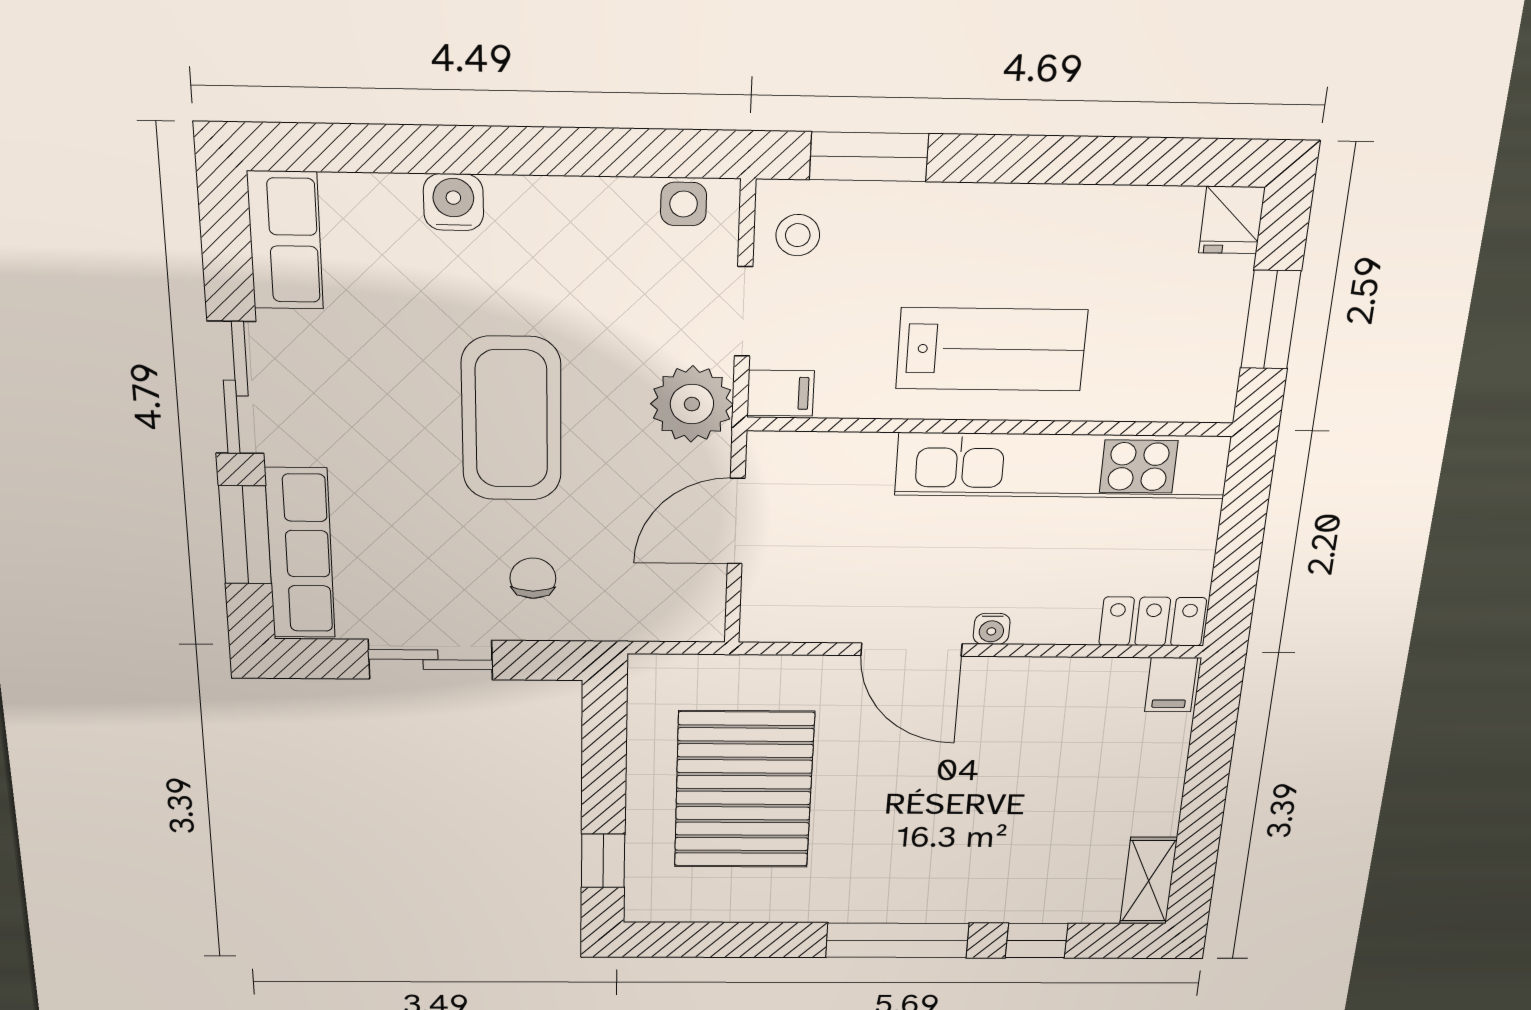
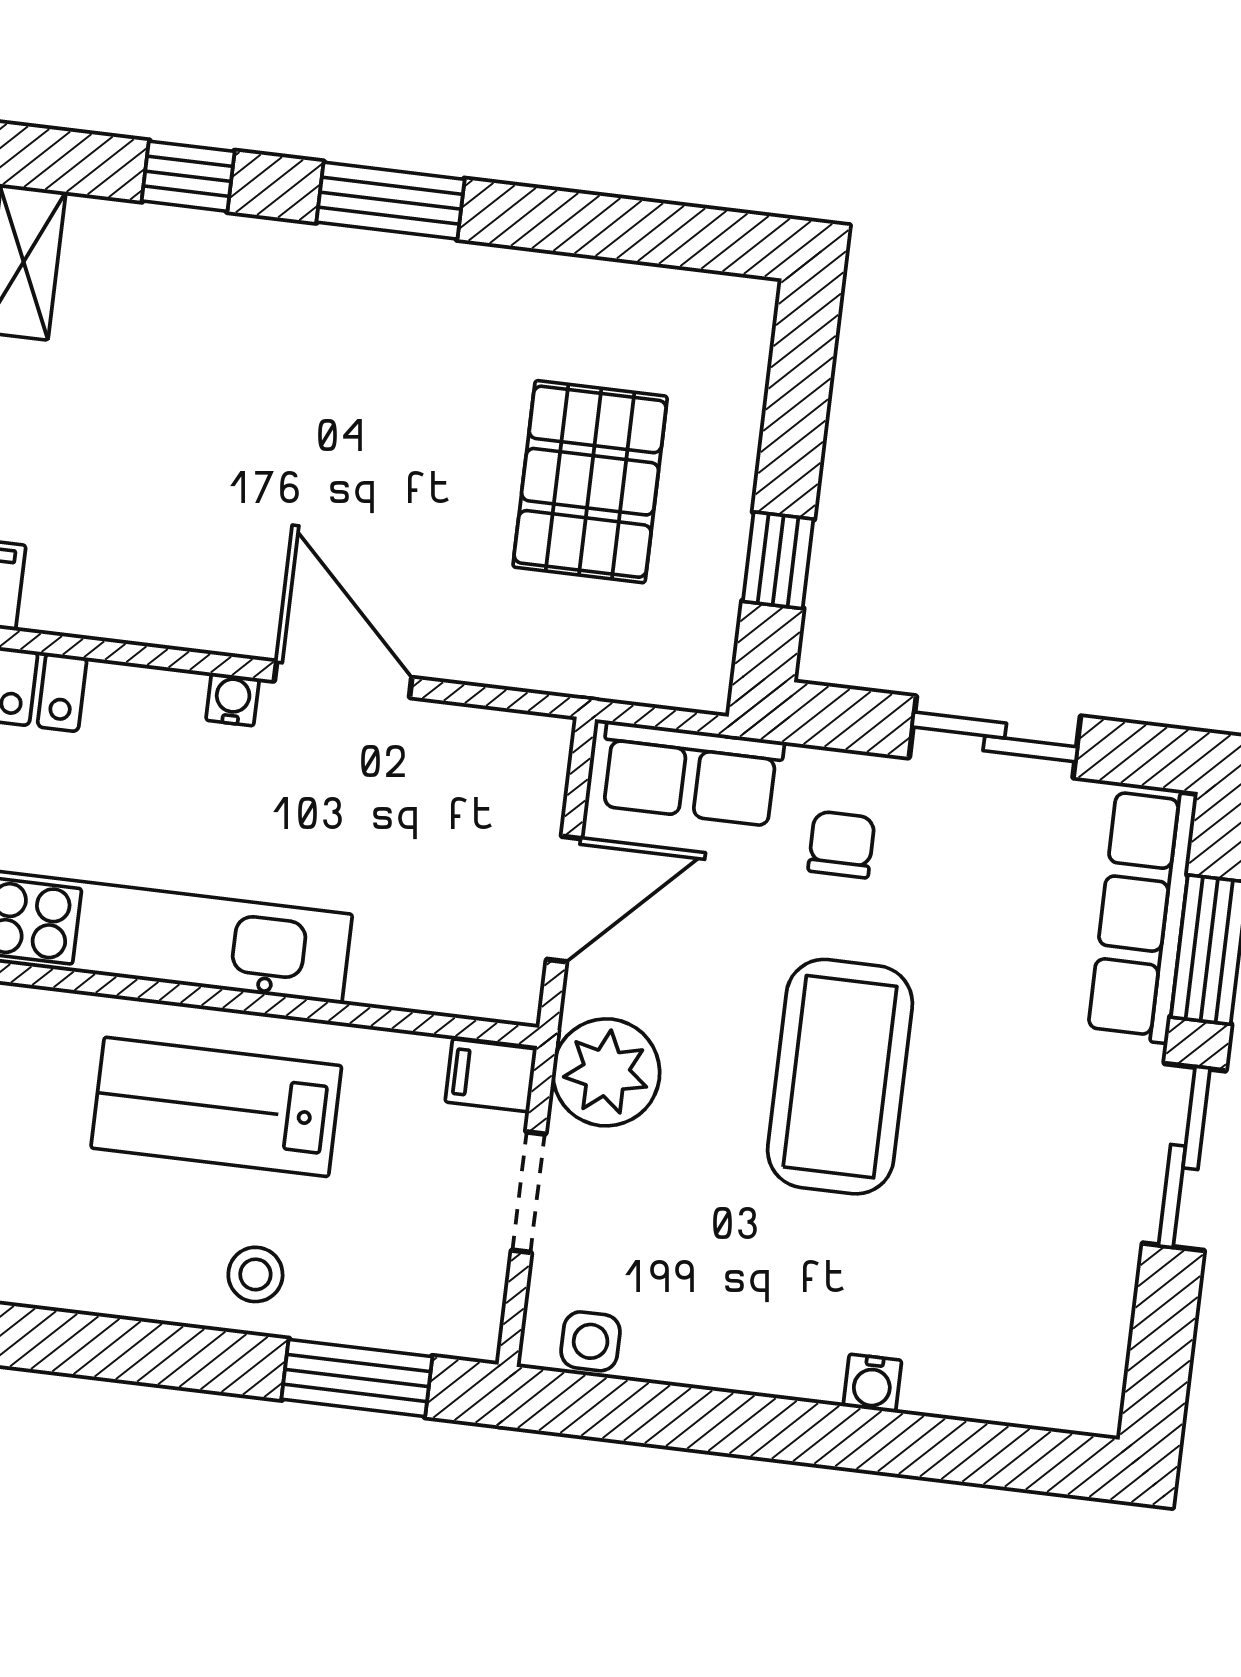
water cooler: (453, 202) -> (872, 1383), width x0.72, depth x0.72
stool: (798, 235) -> (255, 1274), moved
row of seats: (285, 240) -> (691, 774), moved, turned -90
chair: (533, 578) -> (841, 844), turned 180
pallet: (744, 790) -> (590, 482), width x0.73, depth x0.71
window: (603, 861) -> (778, 560), moved
window: (897, 940) -> (390, 201), width x0.69

